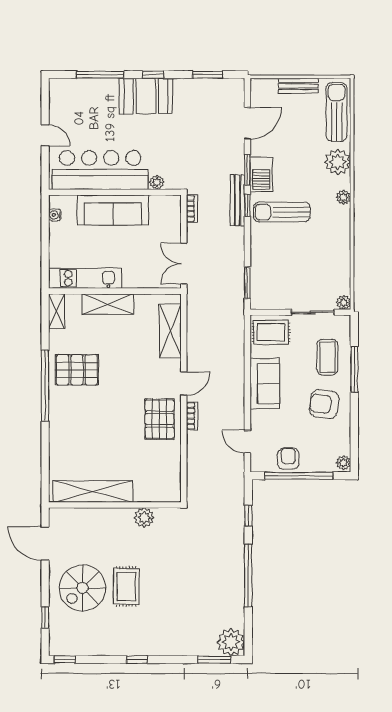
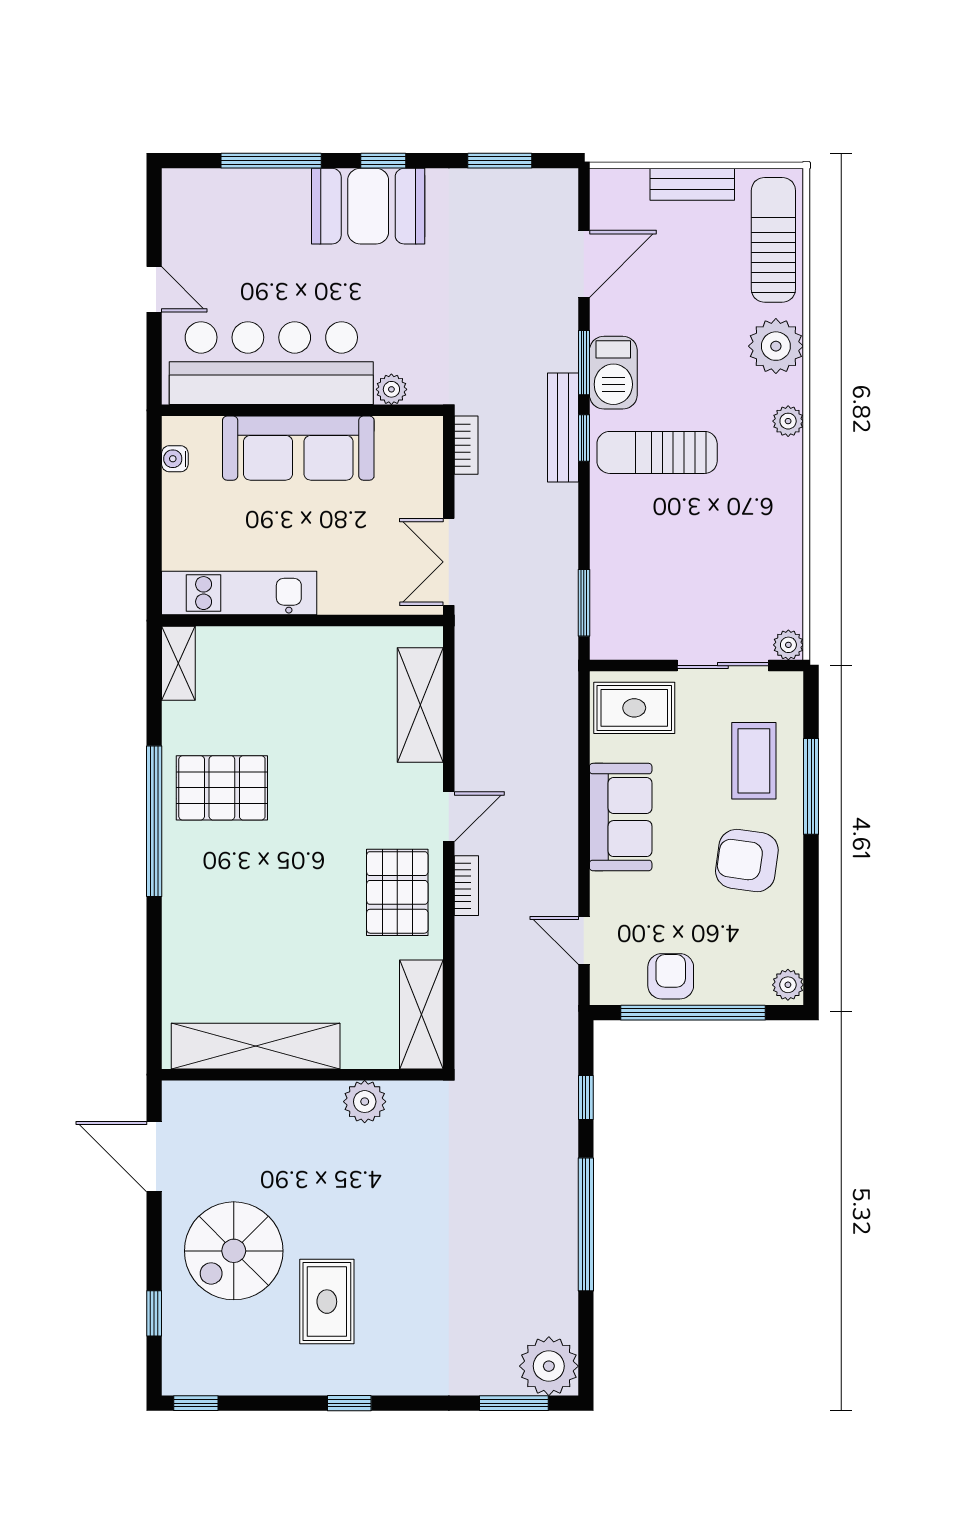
shelving: (108, 304) -> (421, 1014), moved, turned 90
rug: (126, 586) -> (327, 1302), moved

